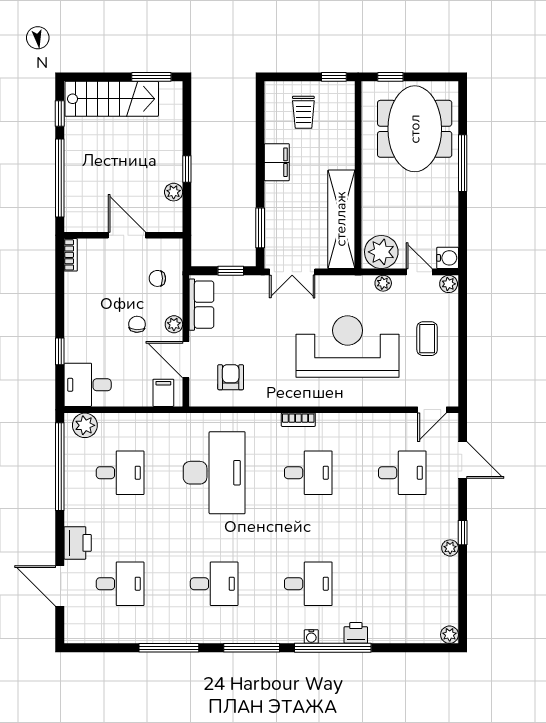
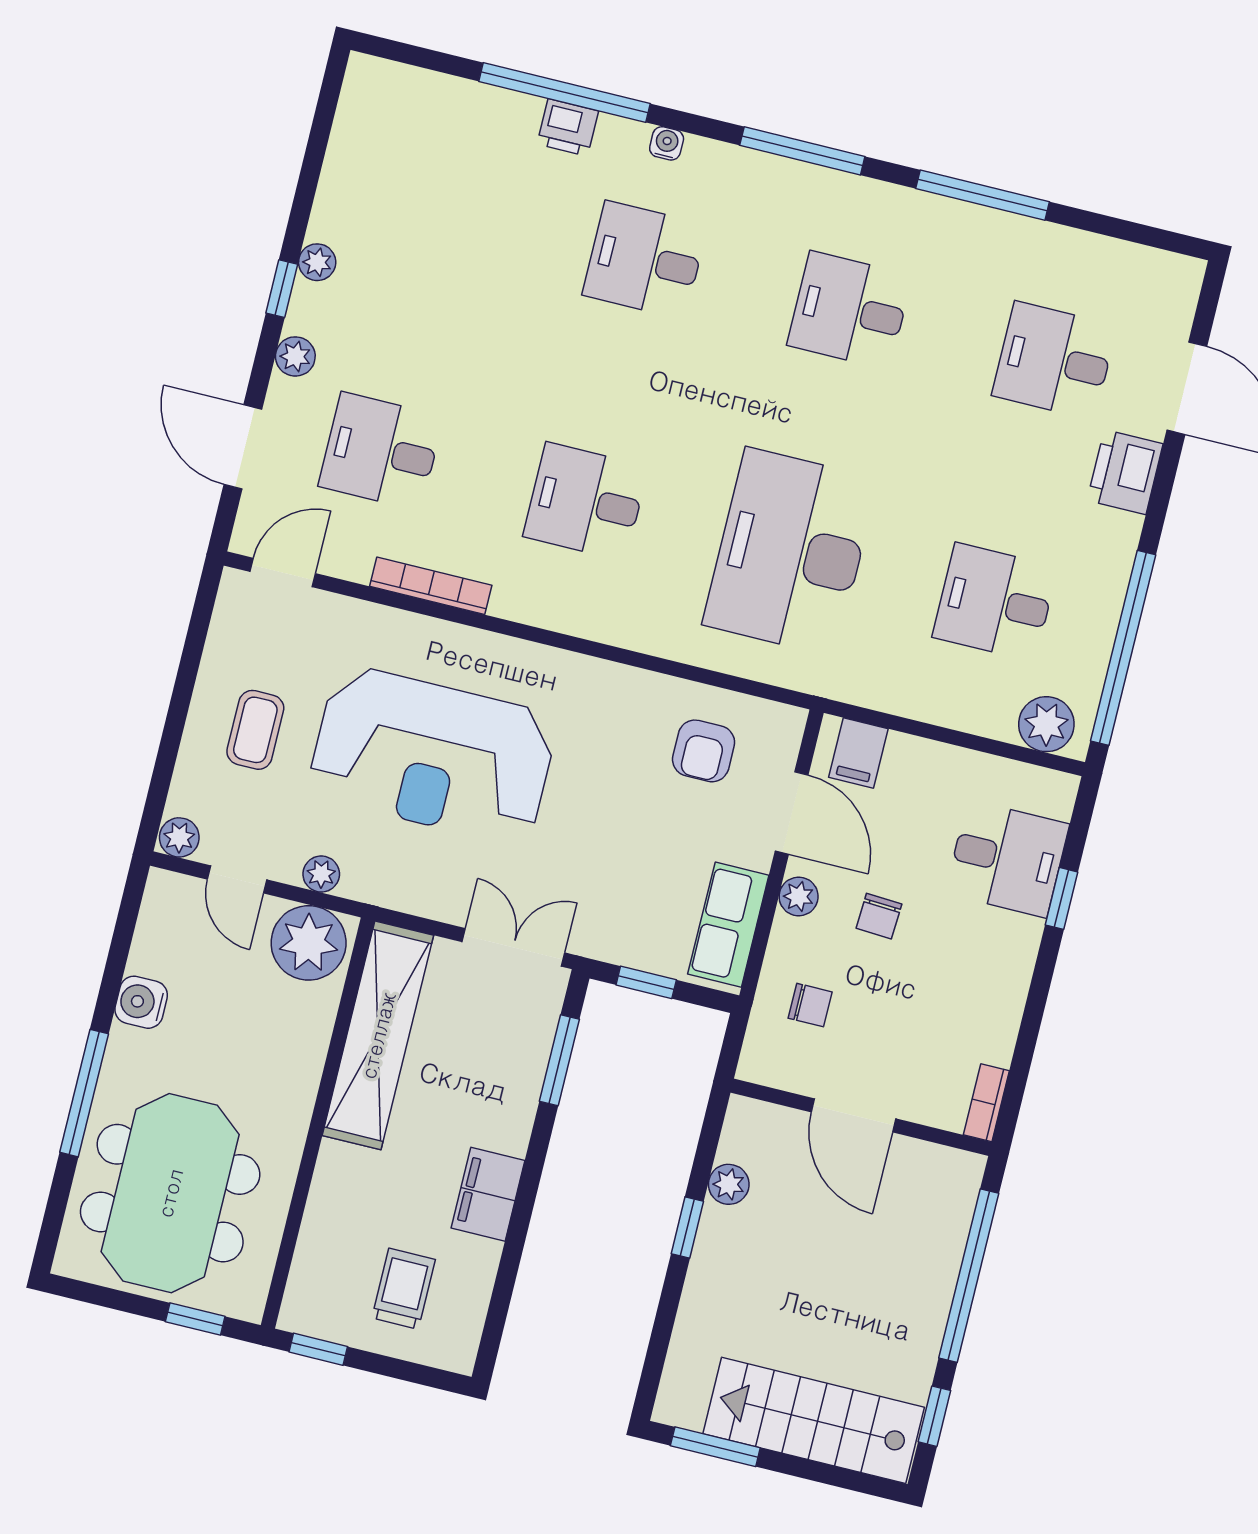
water cooler: (448, 258) -> (141, 1002), moved
desk: (88, 385) -> (1007, 859), moved
bookcase: (298, 420) -> (431, 586), moved, width x1.56
plant: (450, 635) -> (295, 356), moved
window: (333, 648) -> (564, 92), moved

